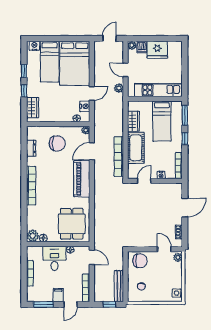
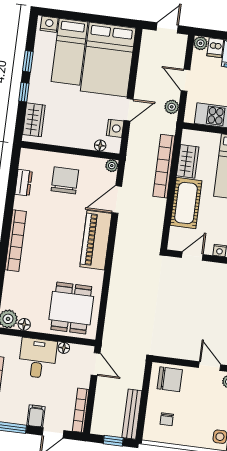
chair: (57, 143) -> (65, 180), turned -90
bookcase: (119, 157) -> (164, 166), moved

